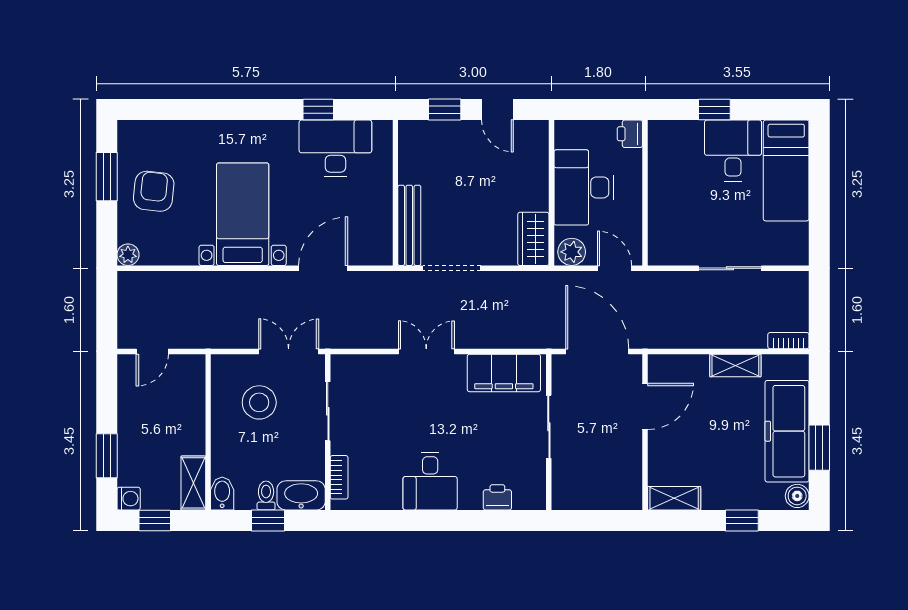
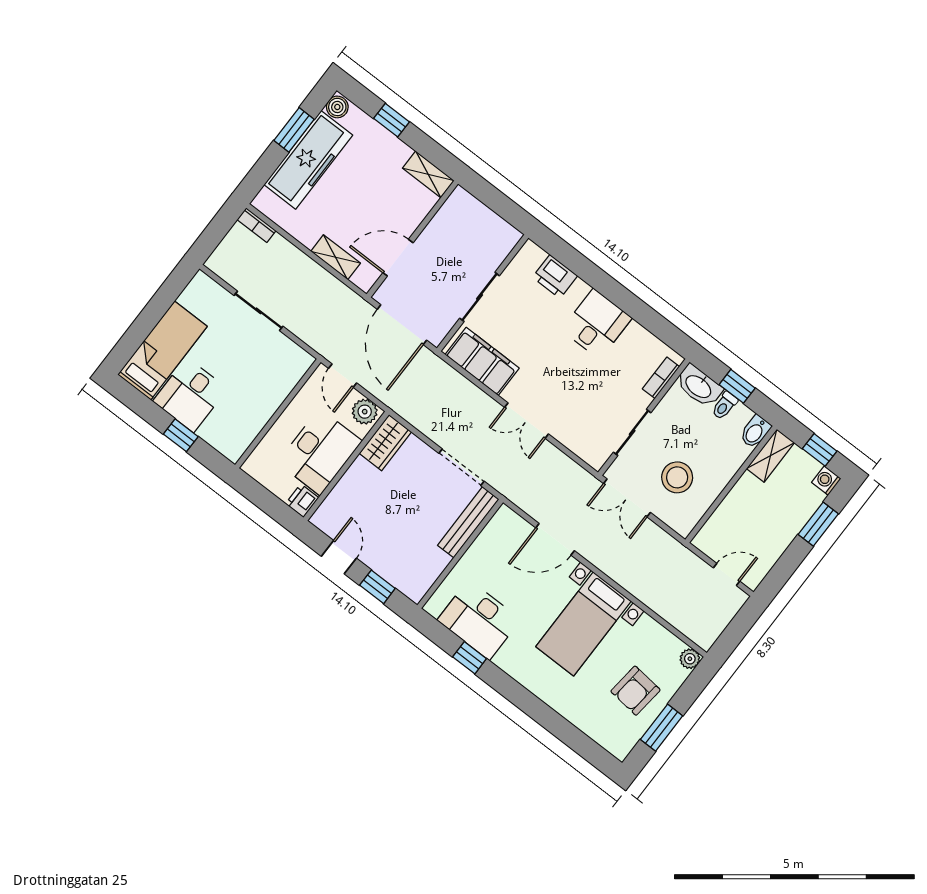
printer: (630, 134) -> (302, 501), moved, turned 180
shelving: (735, 365) -> (336, 257), moved
printer: (497, 497) -> (555, 277), width x1.36, depth x1.24

